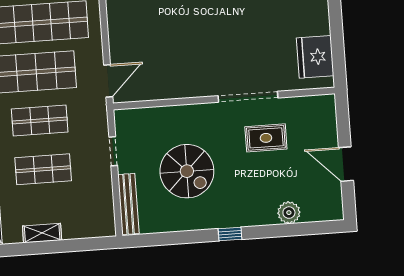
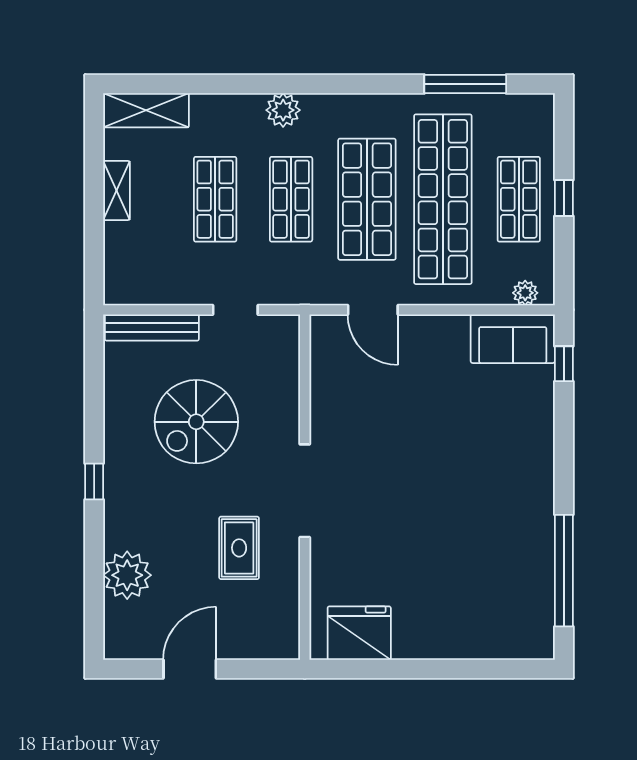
door: (108, 81) -> (373, 310), moved
doorway: (248, 97) -> (305, 491), moved
plant: (289, 213) -> (127, 575), width x1.36, depth x1.36

